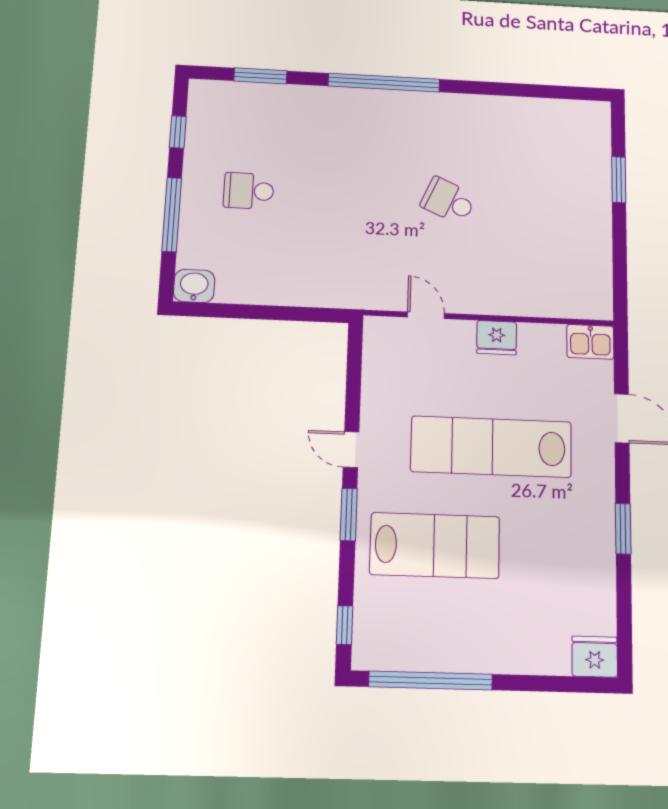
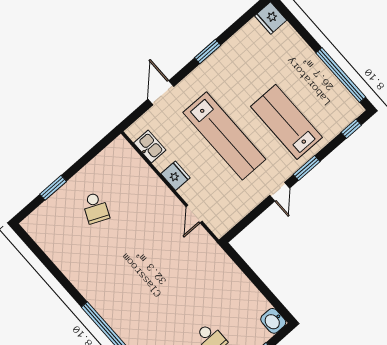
school desk: (448, 201) -> (95, 208), moved
kitchen sink: (590, 342) -> (150, 146), moved

